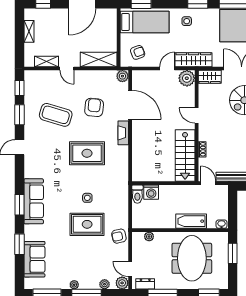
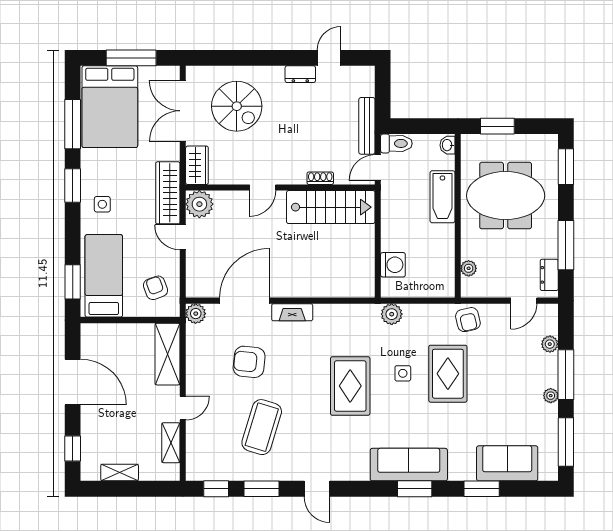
rug: (87, 153) -> (350, 386), moved
toilet: (137, 194) -> (396, 143), moved
plant: (122, 283) -> (392, 314), moved

